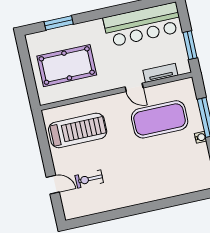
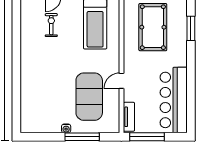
window: (190, 45) -> (147, 137), width x1.44
tv unit: (160, 73) -> (129, 117), moved

